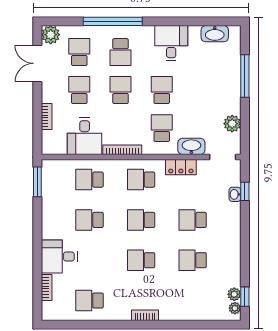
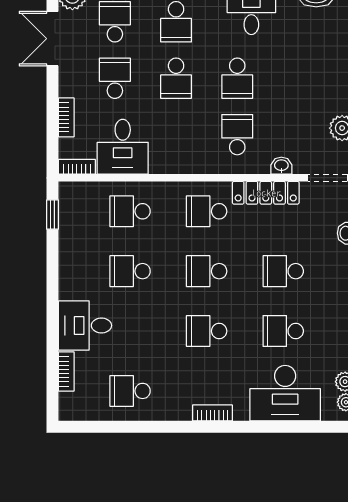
school desk: (120, 90) -> (176, 78), turned 180
school desk: (162, 90) -> (237, 78), turned 180
washbasin: (191, 146) -> (281, 166), width x0.52, depth x0.69
bookcase: (122, 150) -> (77, 167), moved, width x0.64
locker: (181, 167) -> (266, 193), width x1.53
window: (37, 182) -> (53, 215), width x0.67
desk: (194, 302) -> (285, 393), added

